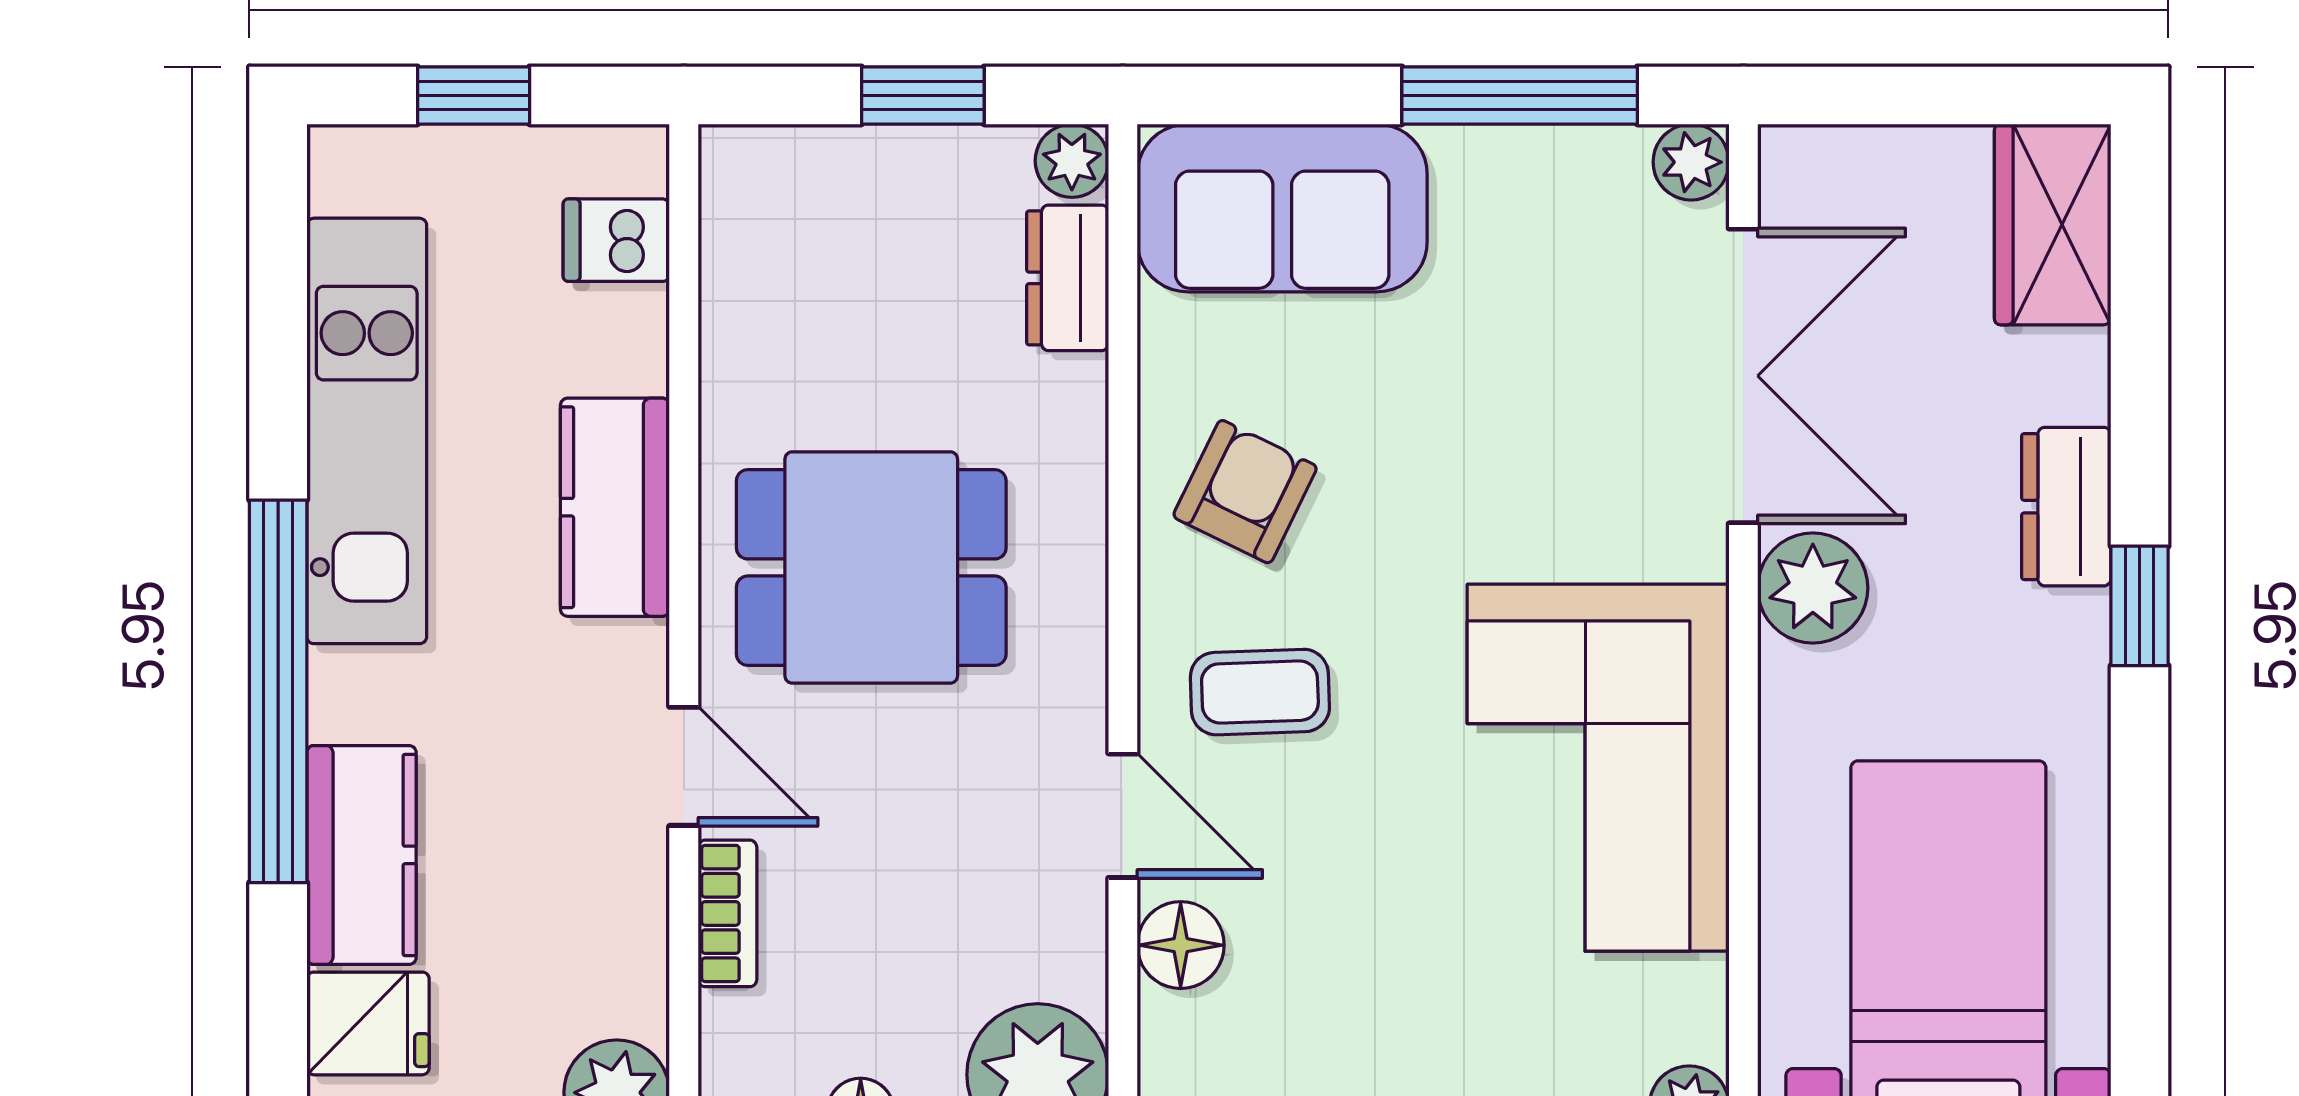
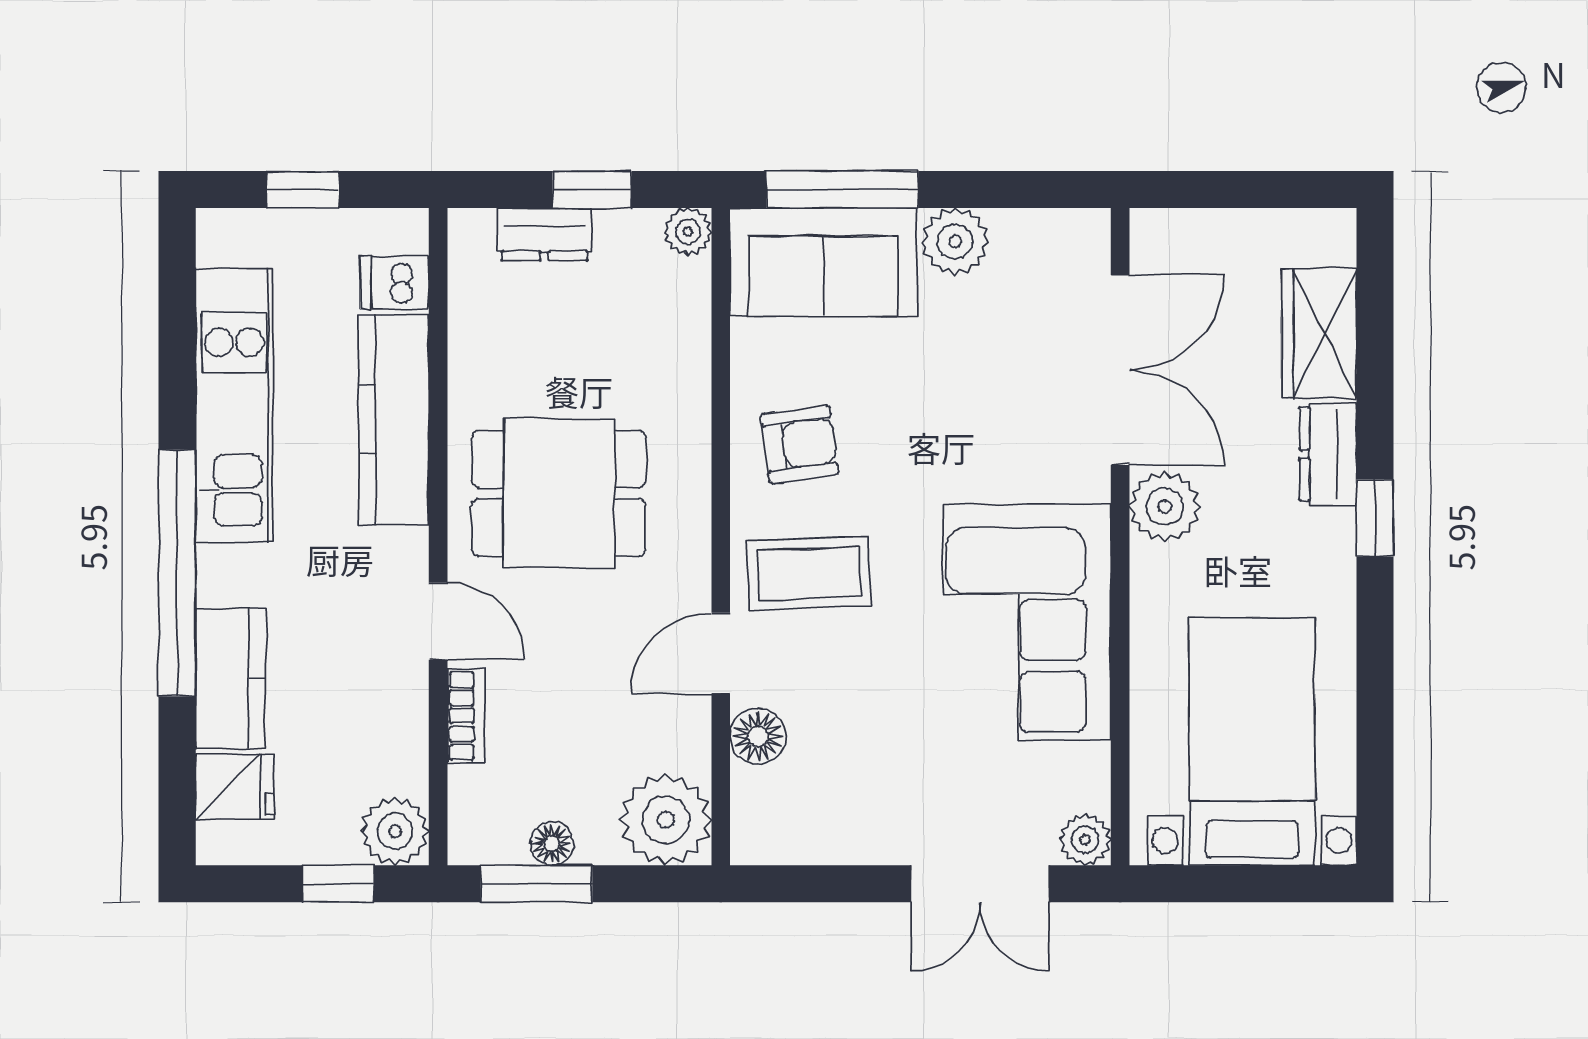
window: (1520, 95) -> (842, 190), moved
plant: (1691, 162) -> (955, 242), moved, width x1.38, depth x1.38
wardrobe: (2053, 224) -> (1319, 334), moved
dresser: (1068, 278) -> (544, 234), moved, turned -90
armchair: (1245, 492) -> (799, 444), turned 56
kitchen counter: (615, 507) -> (394, 419), width x1.50
coffee table: (1260, 692) -> (809, 573), width x1.36, depth x1.30
door: (1123, 816) -> (721, 653), swing flipped

